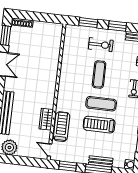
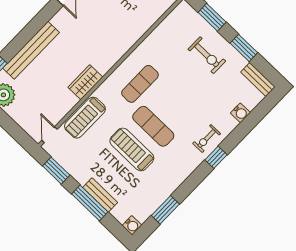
exercise mat: (99, 74) -> (140, 84), moved
wardrobe: (46, 119) -> (85, 82), moved
treadmill: (62, 127) -> (85, 118), turned 180

